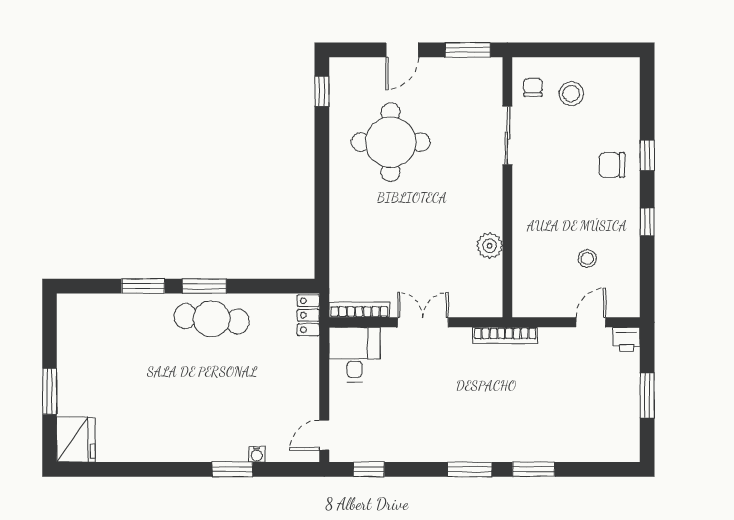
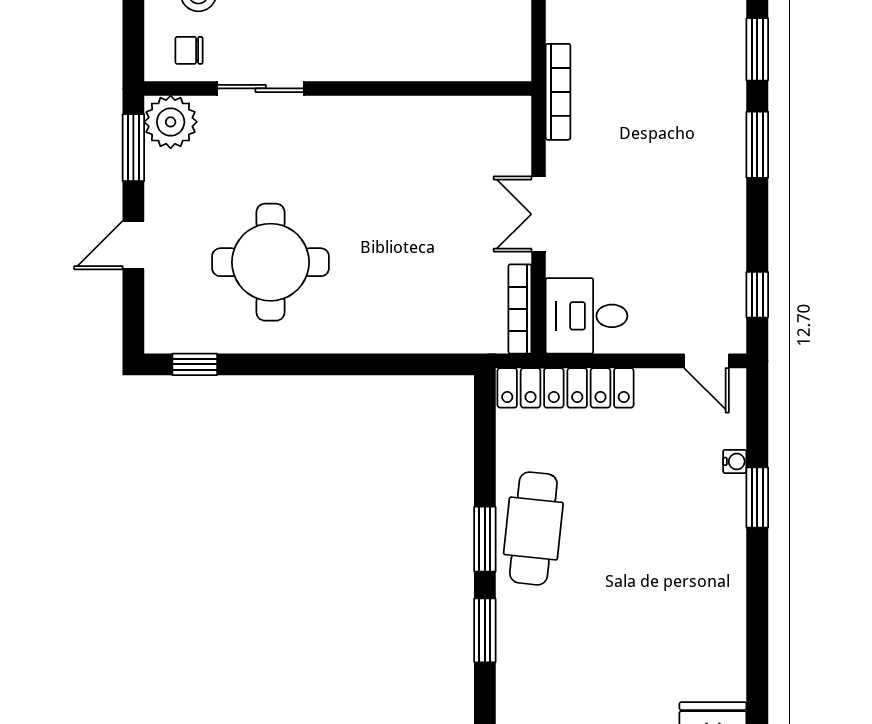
door: (402, 50) -> (133, 245), swing flipped
plant: (490, 246) -> (171, 122), moved, width x1.36, depth x1.36
locker: (308, 315) -> (566, 388), width x2.16, depth x1.21

